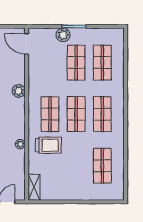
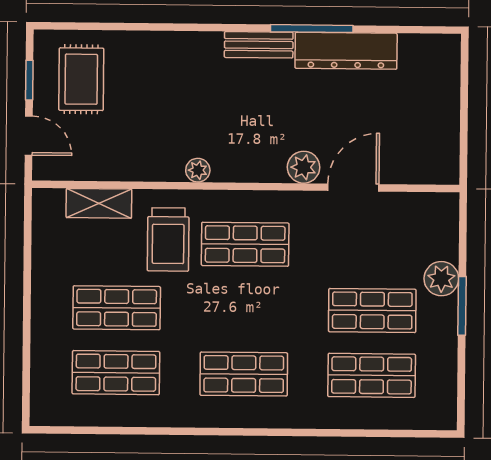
door: (27, 44) -> (353, 188), moved
shop shelf: (76, 114) -> (117, 308), moved
plant: (20, 144) -> (198, 170), moved
shelving: (34, 187) -> (99, 203), moved

